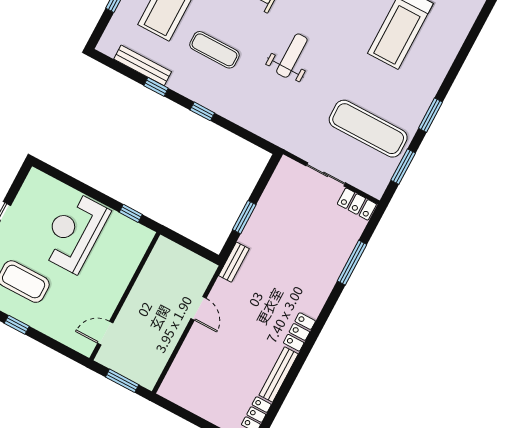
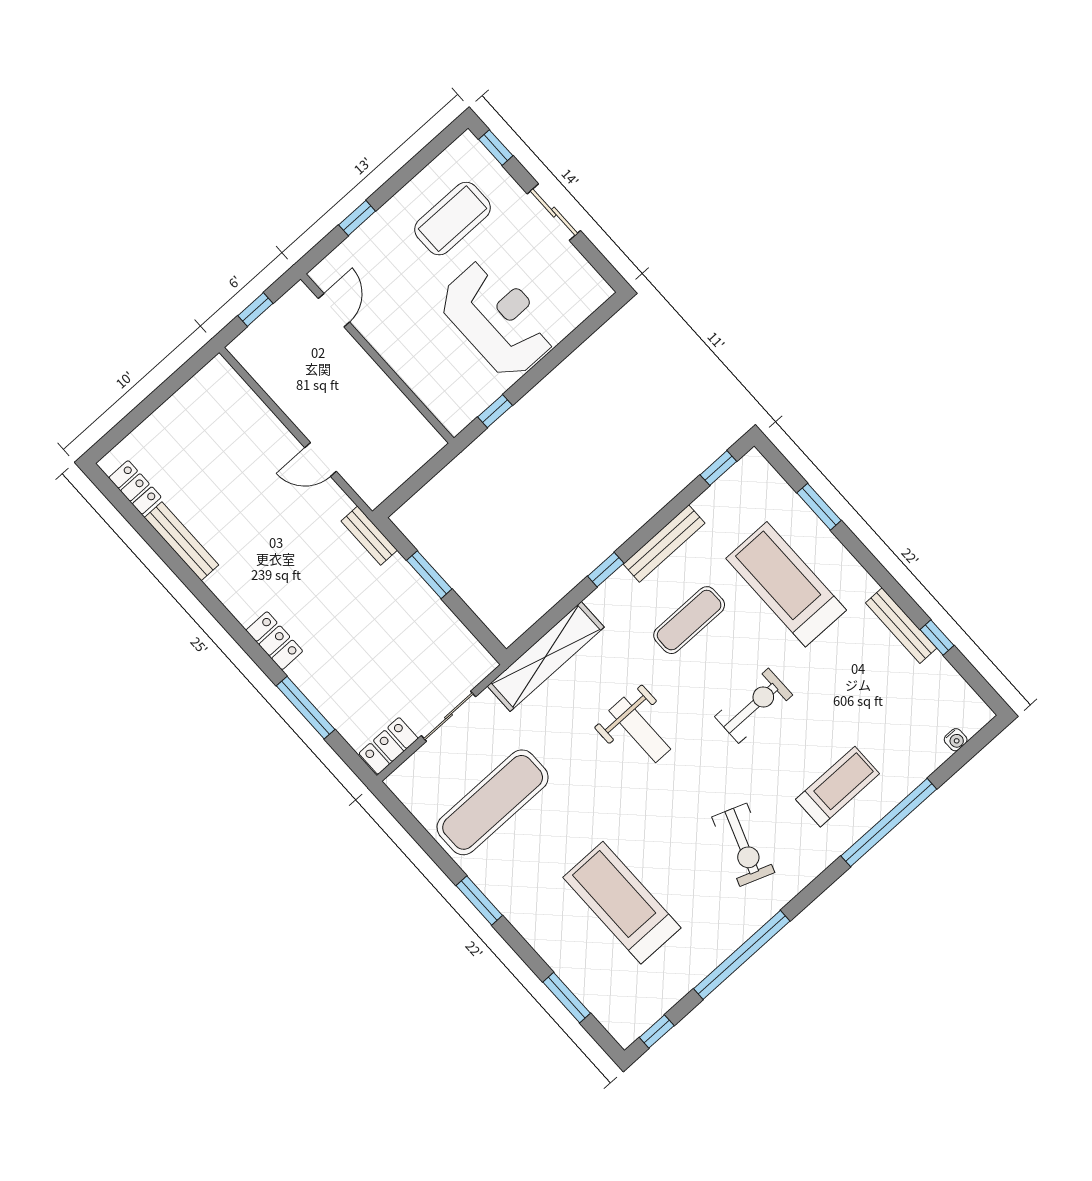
bench: (143, 65) -> (664, 543), moved
window: (156, 87) -> (718, 468), moved
shelving: (268, 129) -> (546, 657), added
window: (403, 167) -> (567, 998), moved
window: (17, 325) -> (357, 218), moved
locker: (299, 332) -> (274, 641), moved
window: (122, 381) -> (255, 310), width x0.67

